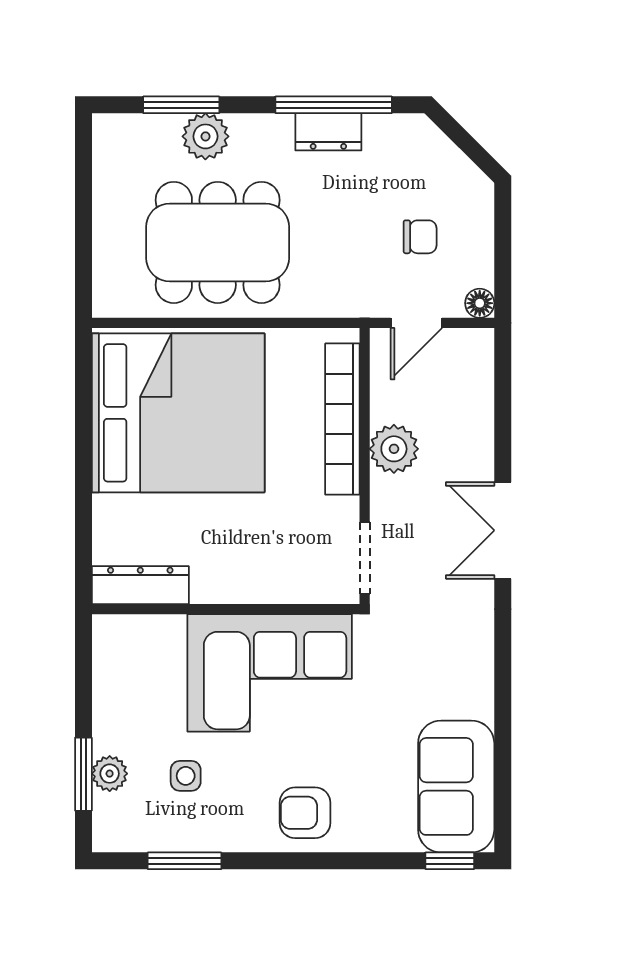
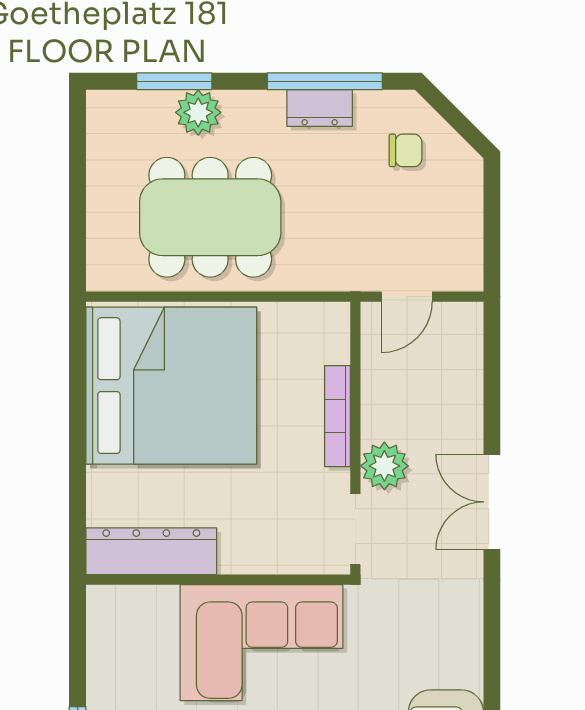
chair: (420, 237) -> (405, 150), moved
floor lamp: (480, 303) -> (469, 277), removed
bookcase: (342, 419) -> (338, 416), width x0.68, depth x0.76
plant: (394, 449) -> (384, 466), moved
dresser: (140, 585) -> (151, 551), width x1.37, depth x1.24

